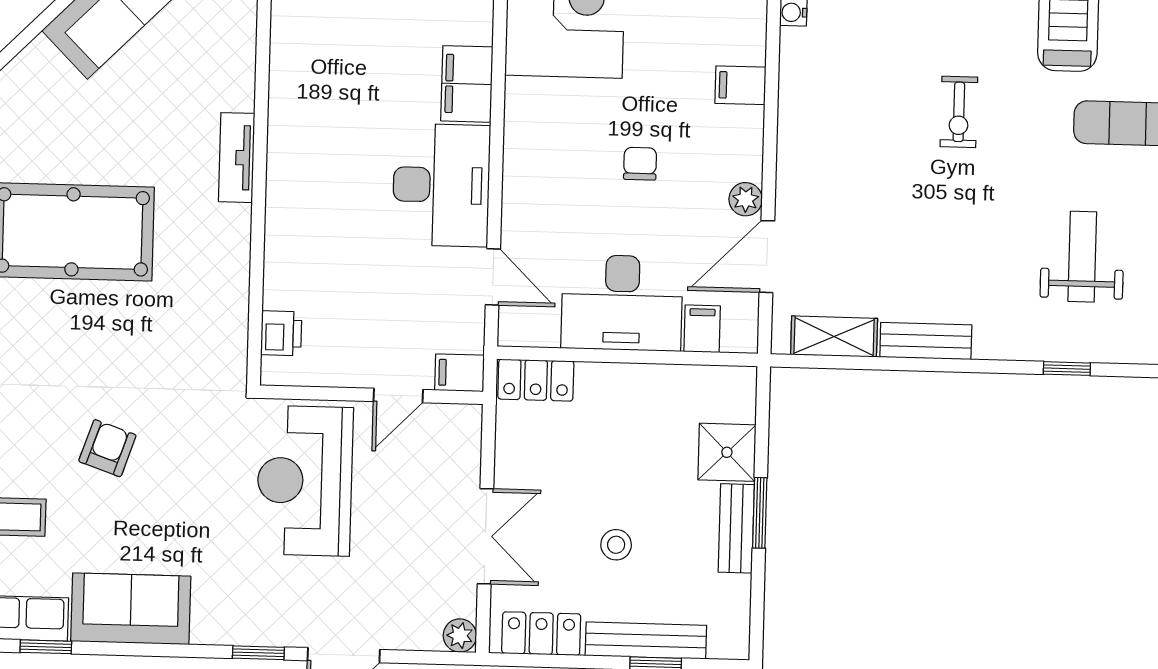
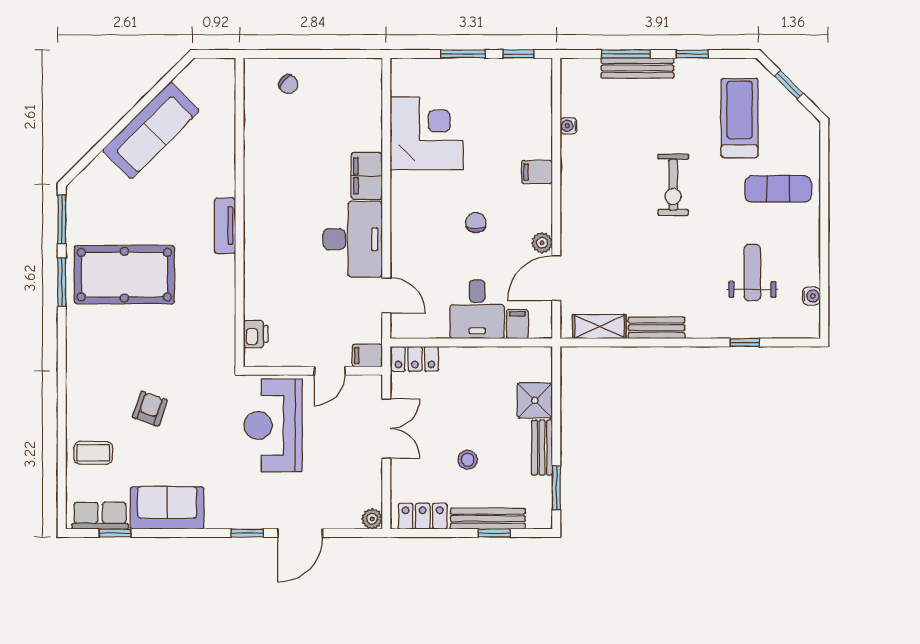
exercise bike: (959, 112) -> (673, 185), width x1.38, depth x1.39
desk: (622, 303) -> (477, 309), width x0.73
window: (760, 513) -> (556, 488), moved
double door: (486, 536) -> (386, 429), moved

